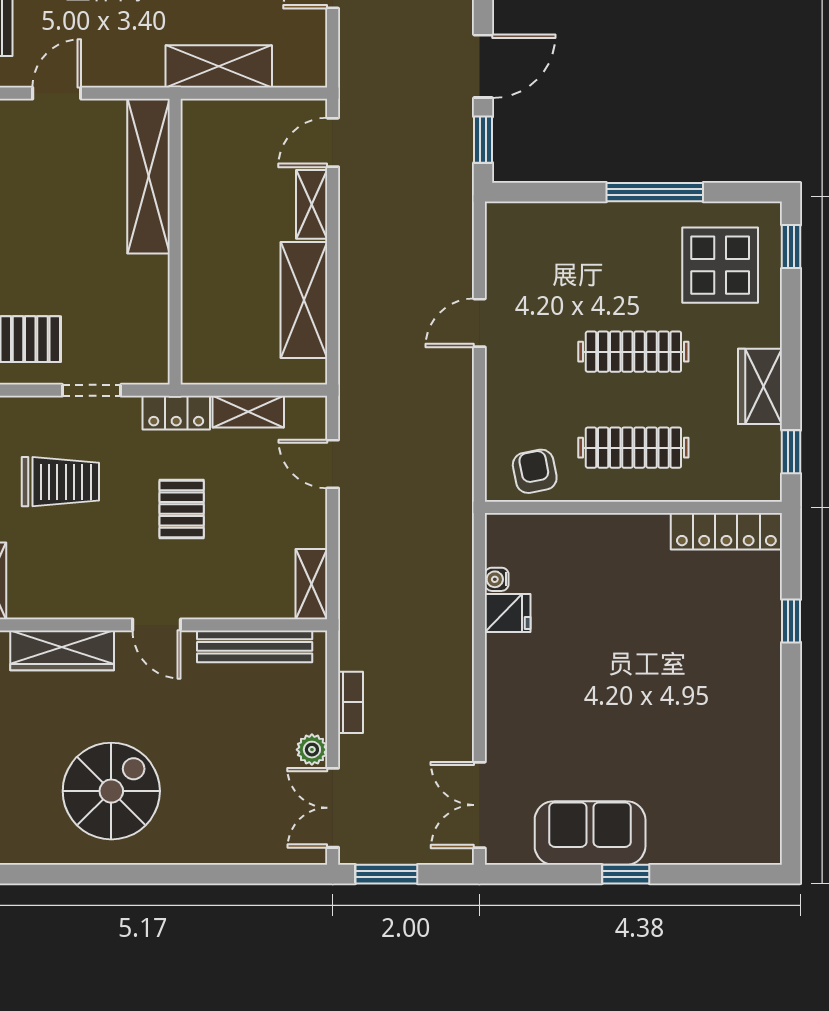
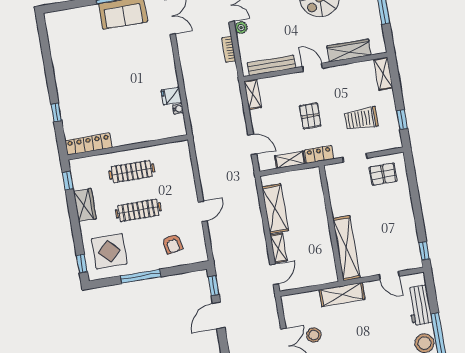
shelving: (219, 66) -> (342, 295), moved
door: (57, 93) -> (389, 275), hinge flipped
armchair: (535, 471) -> (172, 244), moved

